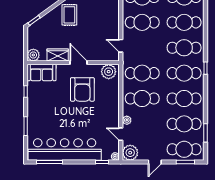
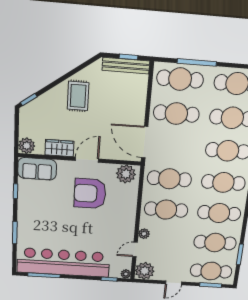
door: (121, 46) -> (145, 142), width x1.88
door: (79, 63) -> (87, 160), hinge flipped
armchair: (82, 89) -> (90, 194), turned 90
door: (121, 134) -> (135, 249), hinge flipped

